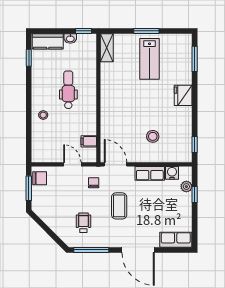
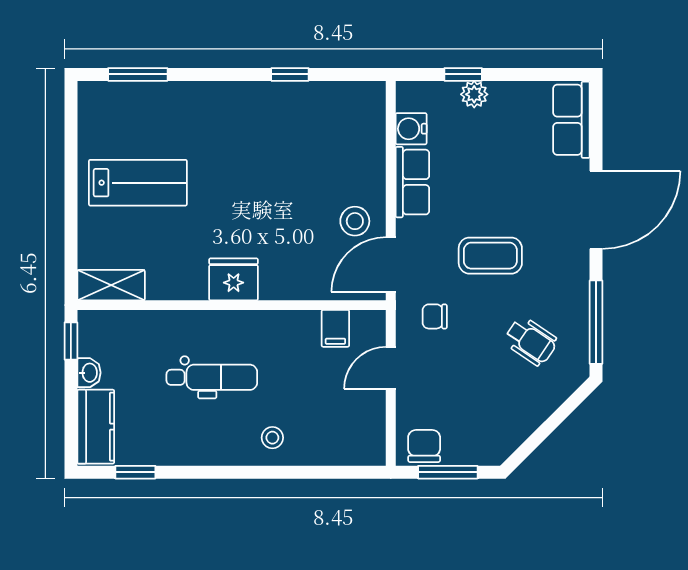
window: (146, 31) -> (71, 190), removed
dental chair: (68, 90) -> (212, 377), turned 180
fridge: (183, 95) -> (234, 279), moved, turned 180
stool: (153, 136) -> (355, 221), moved
window: (195, 145) -> (290, 74), moved
plant: (186, 187) -> (474, 94), moved
wheelchair: (83, 223) -> (531, 341), turned -146

